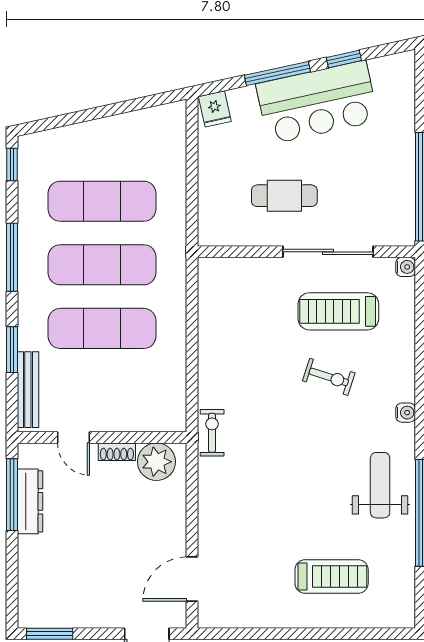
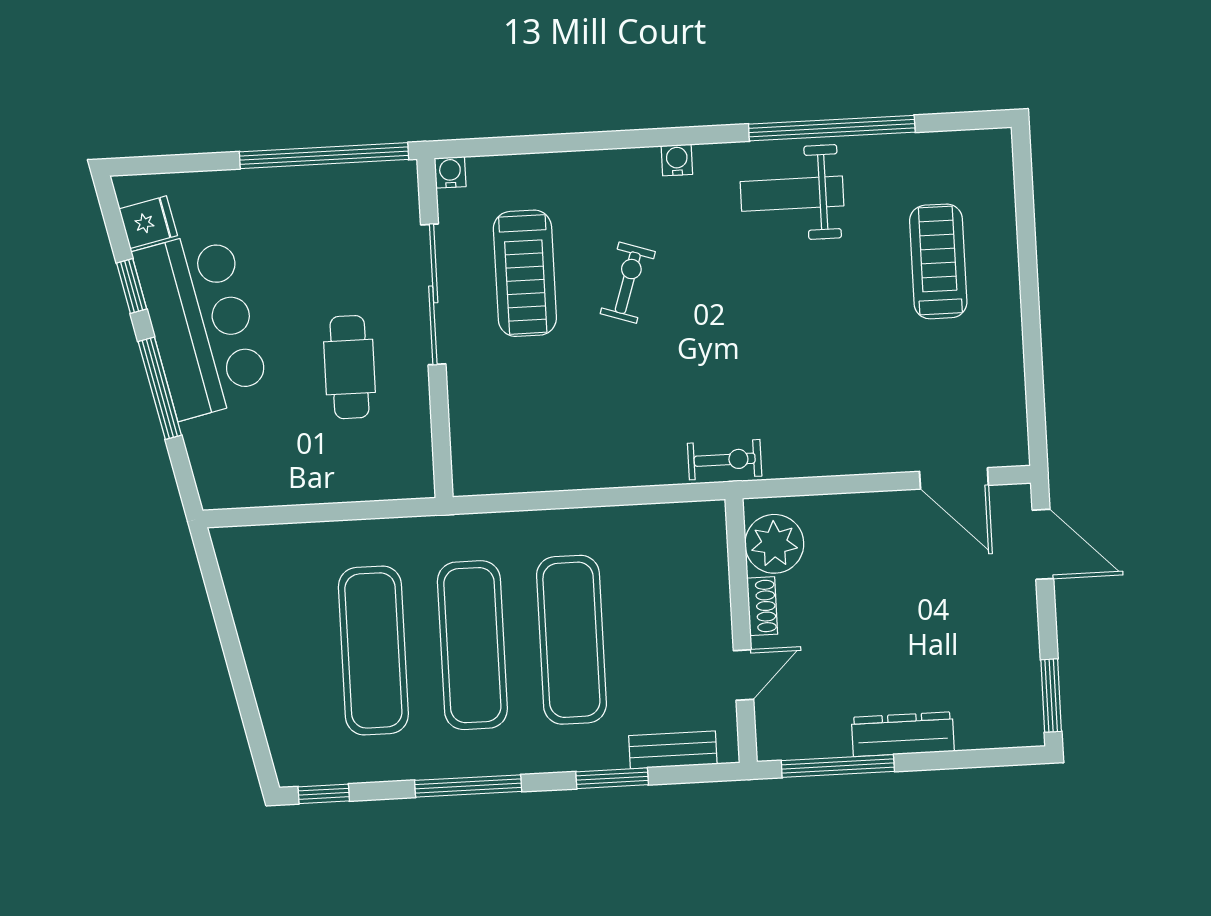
fridge: (215, 109) -> (148, 222), moved
bench: (28, 390) -> (673, 750), width x0.73
exercise bike: (212, 433) -> (725, 460), turned 180
dresser: (30, 501) -> (903, 734), moved

